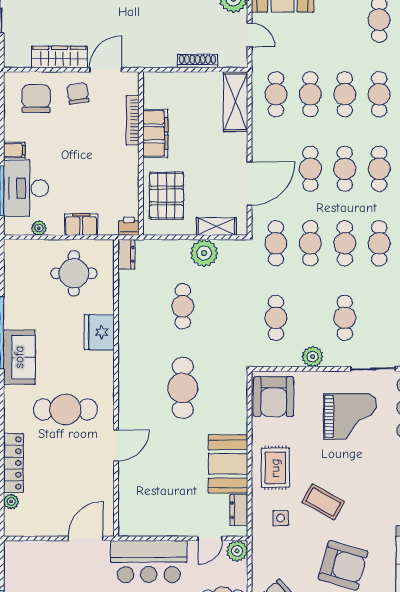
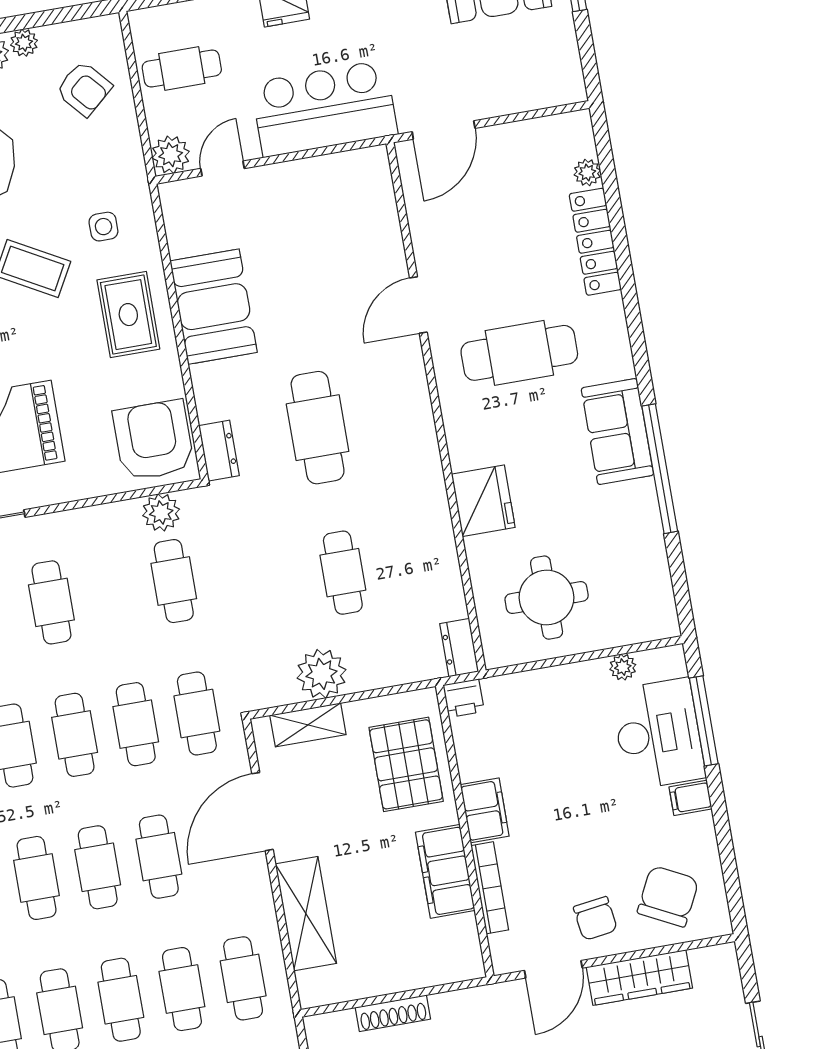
chair: (36, 99) -> (668, 896), turned -153
shelving: (236, 102) -> (306, 914), moved
filing cabinet: (81, 225) -> (485, 810), moved, turned -90
plant: (313, 356) -> (161, 512), moved
dresser: (239, 510) -> (219, 451), moved

